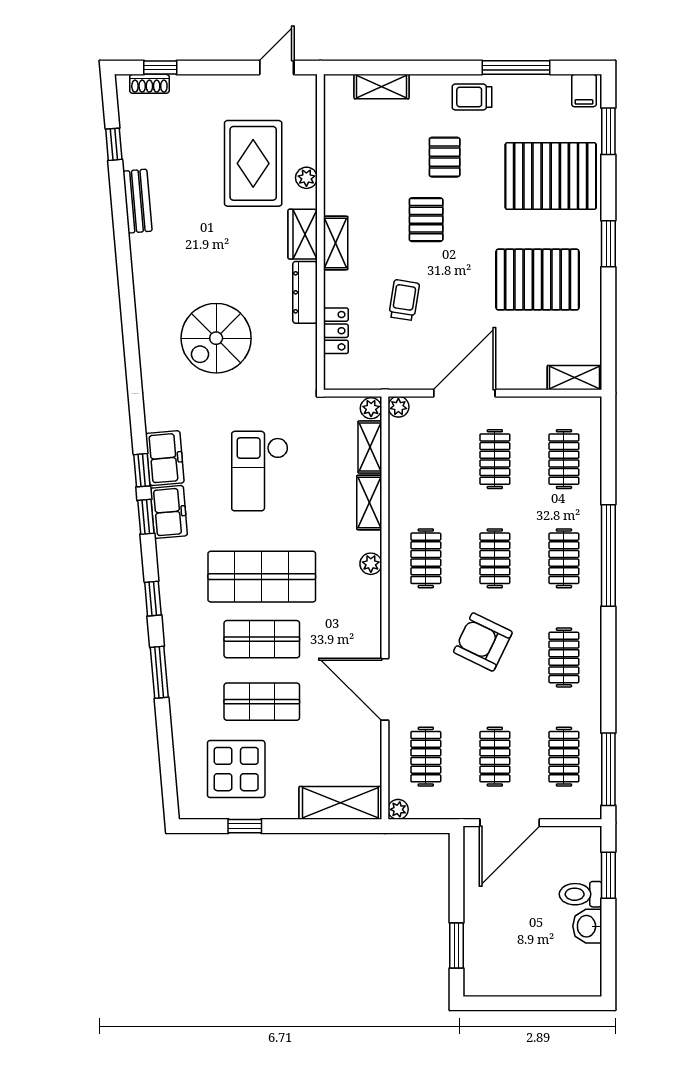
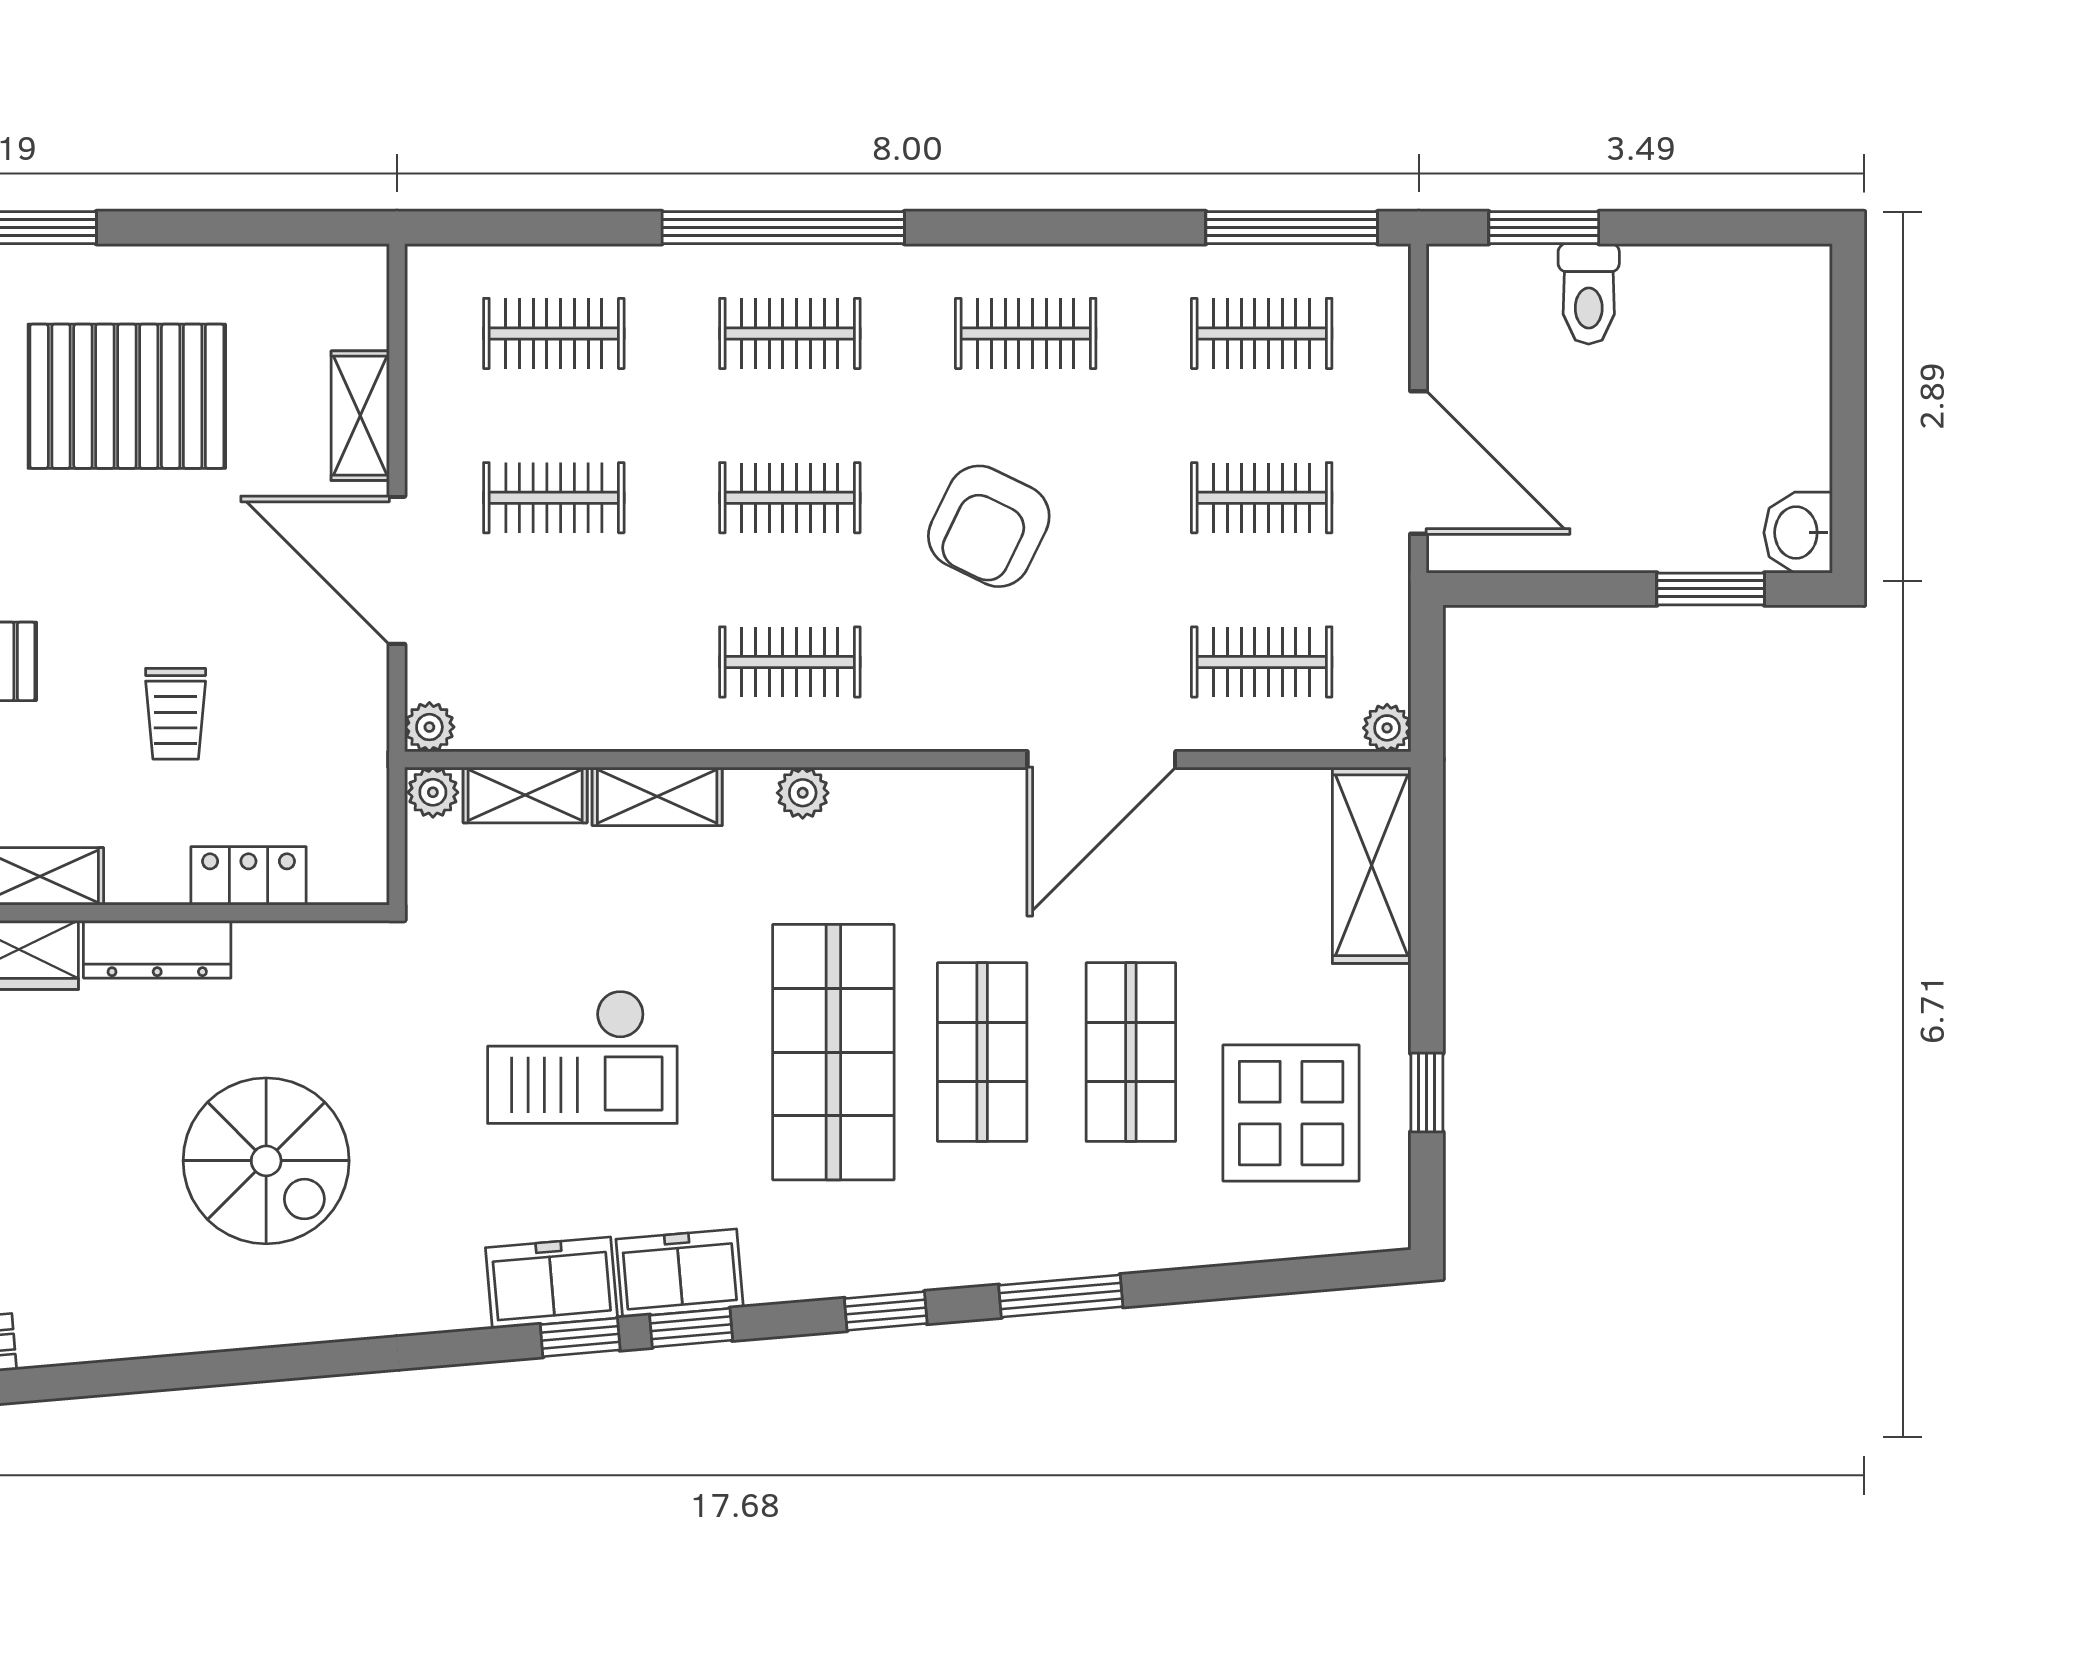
pallet: (538, 280) -> (127, 396), turned 90
trolley: (404, 300) -> (176, 714), turned -99
shelving: (574, 378) -> (360, 416), moved
washbasin: (587, 926) -> (1798, 533), moved, turned 90

